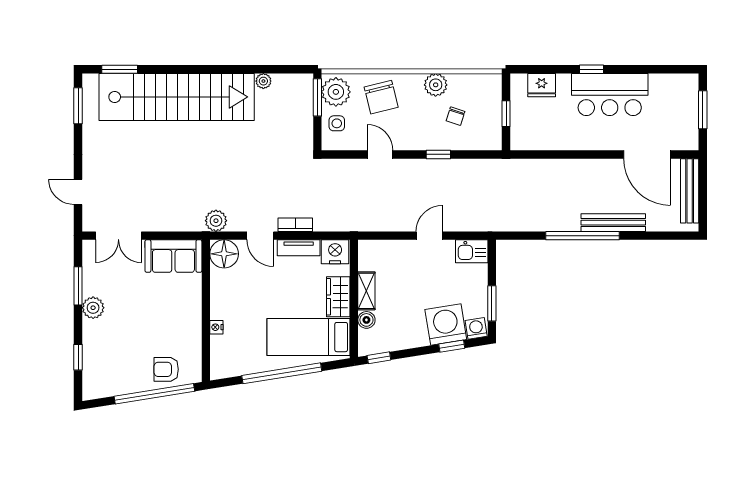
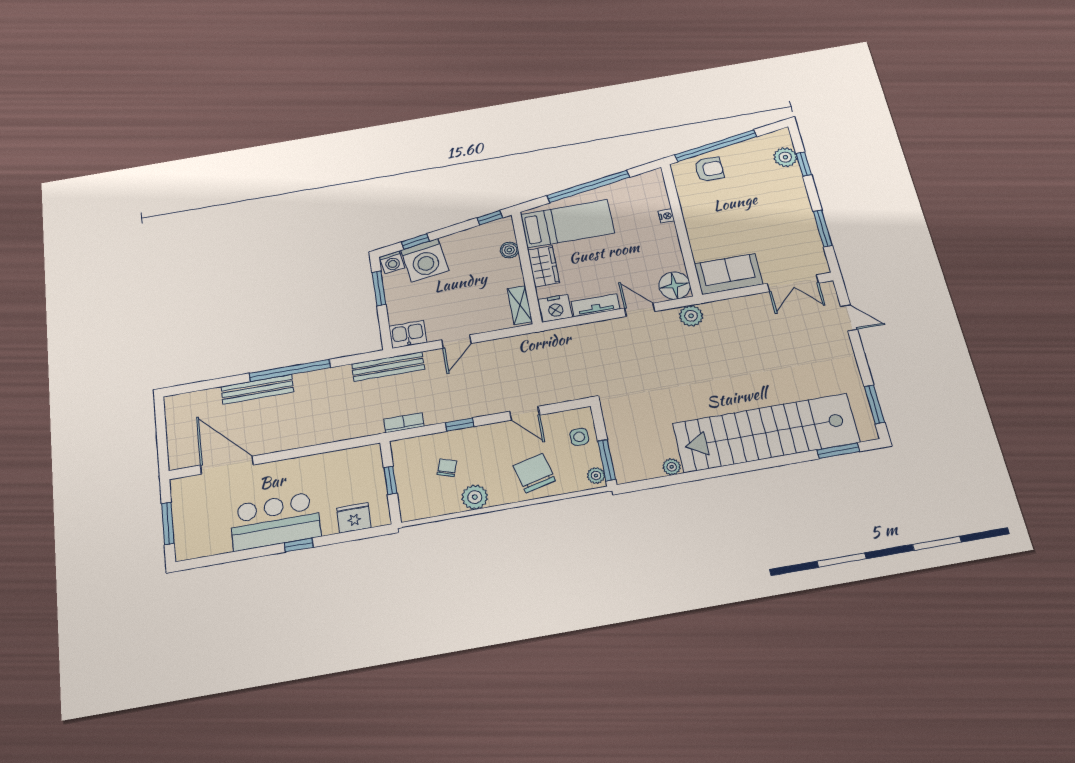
plant: (336, 92) -> (596, 475), width x0.53, depth x0.53
bench: (690, 191) -> (388, 367), moved, turned 90
bookcase: (295, 225) -> (404, 423), moved, turned 180
double door: (118, 236) -> (793, 283), swing flipped
shelving: (366, 291) -> (520, 305), moved
plant: (93, 308) -> (785, 157), moved

